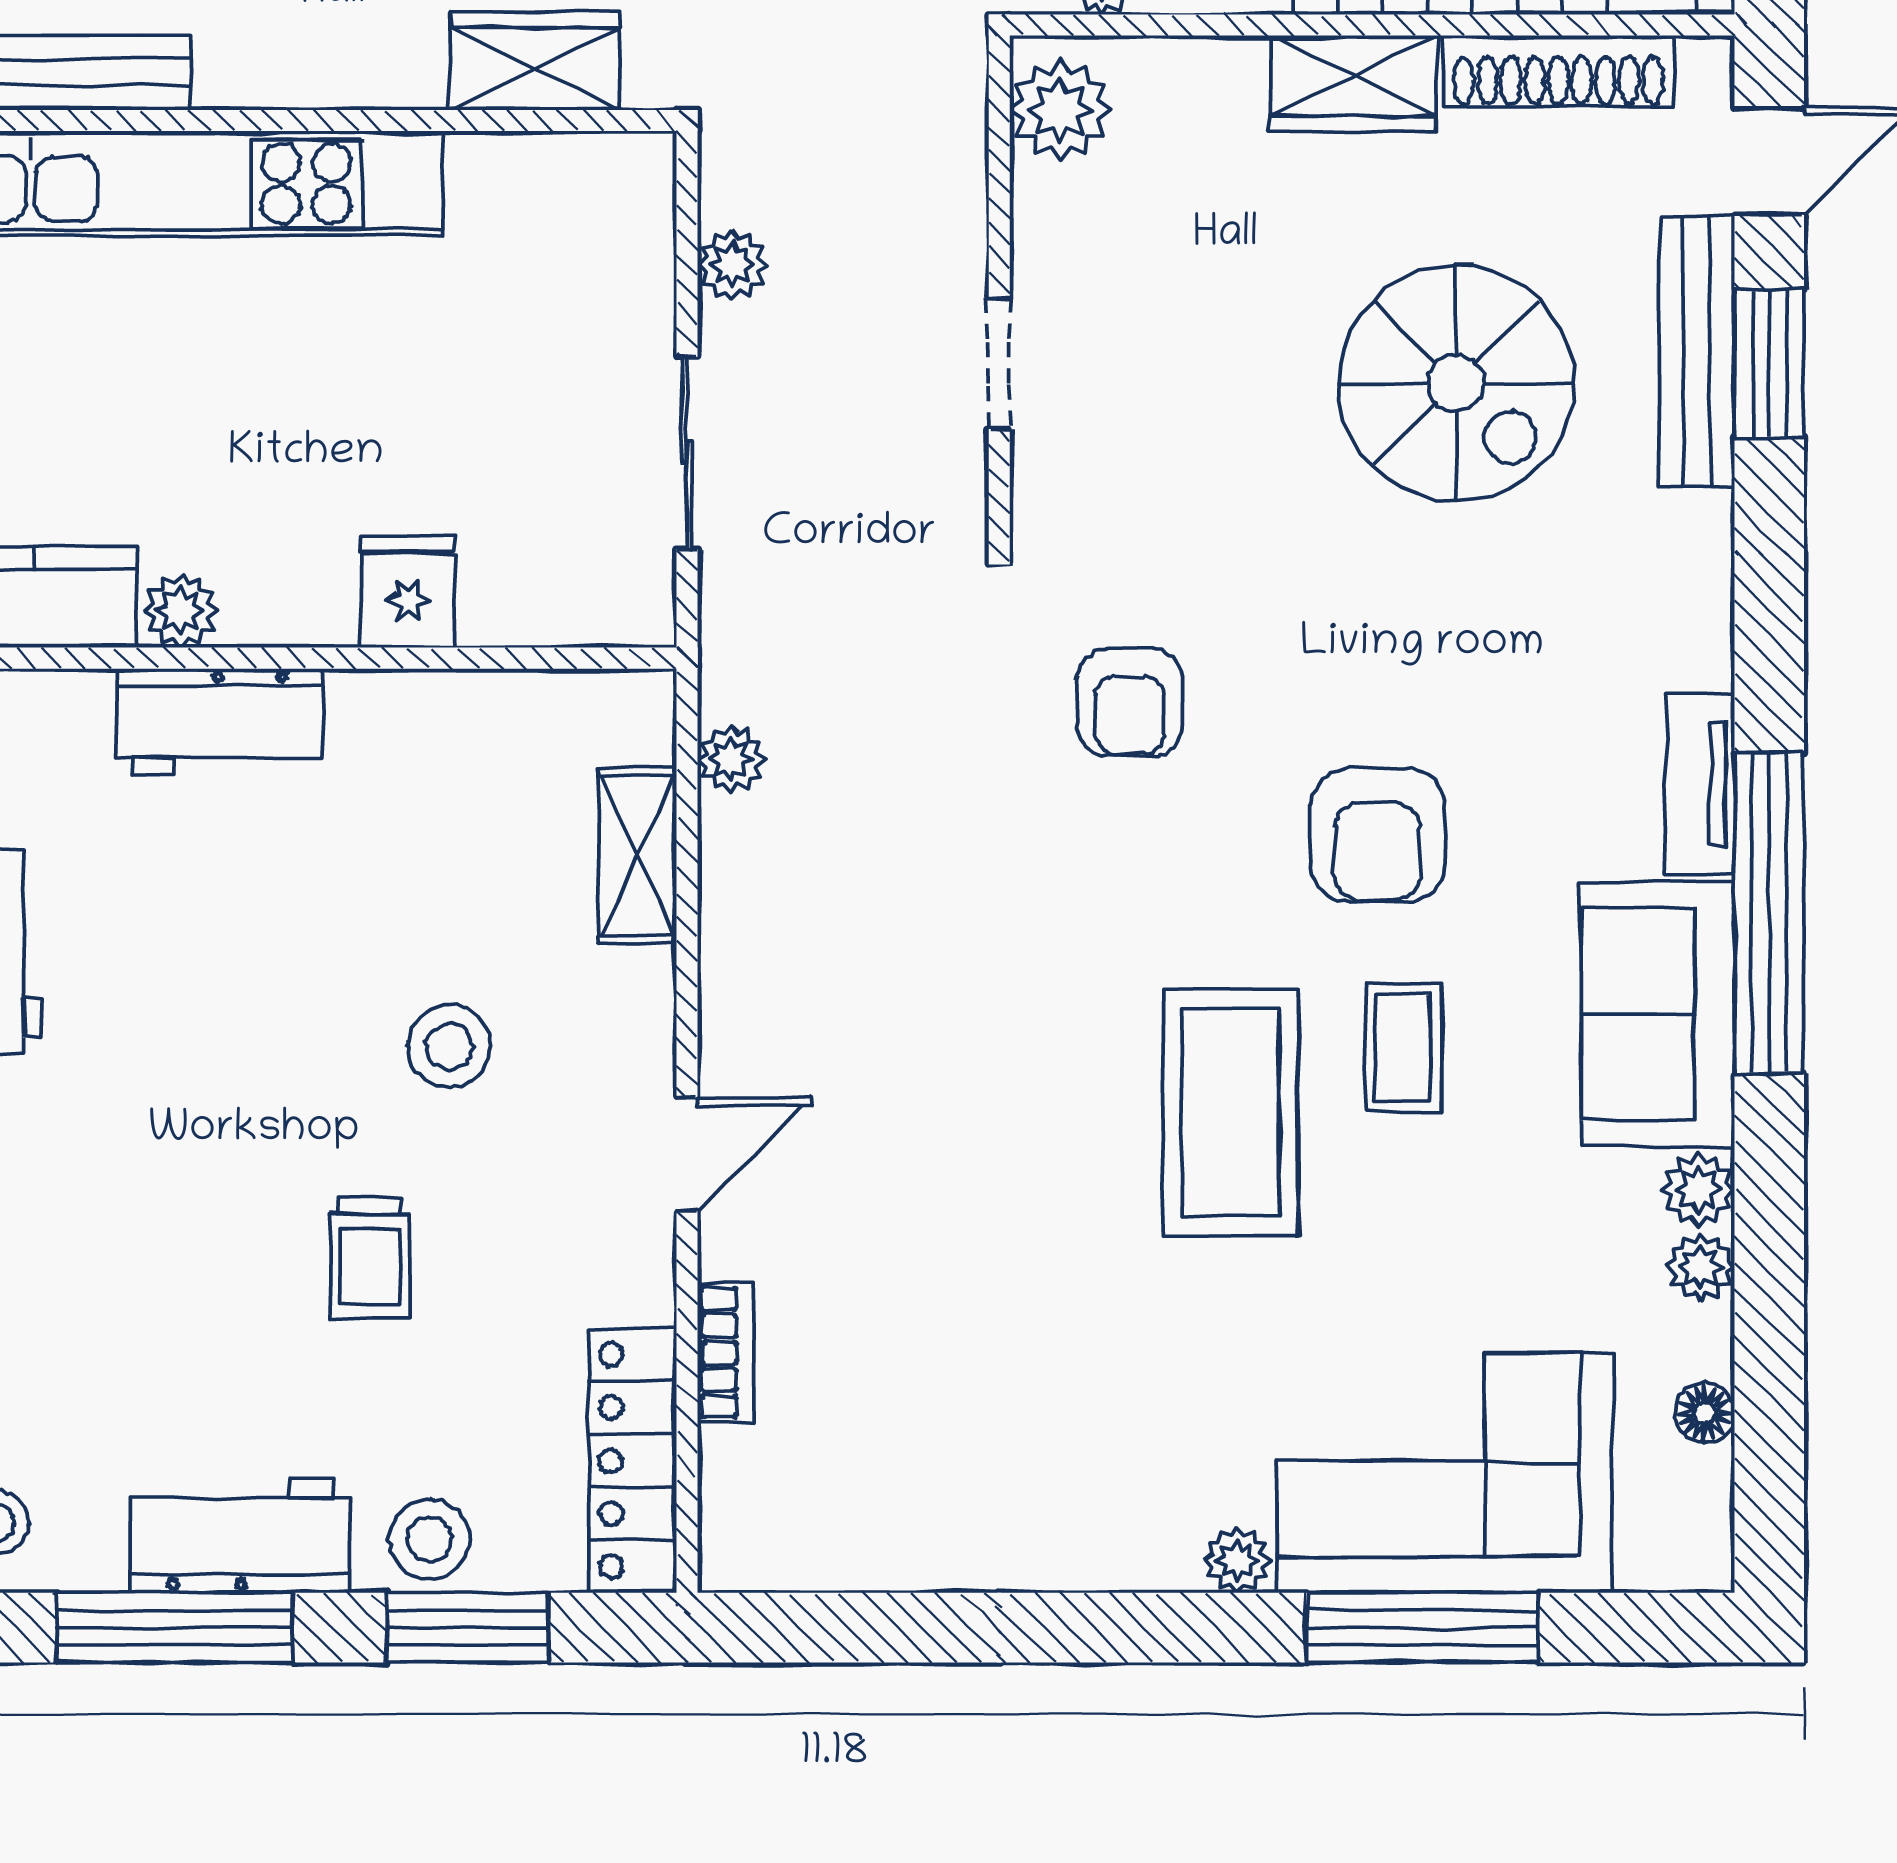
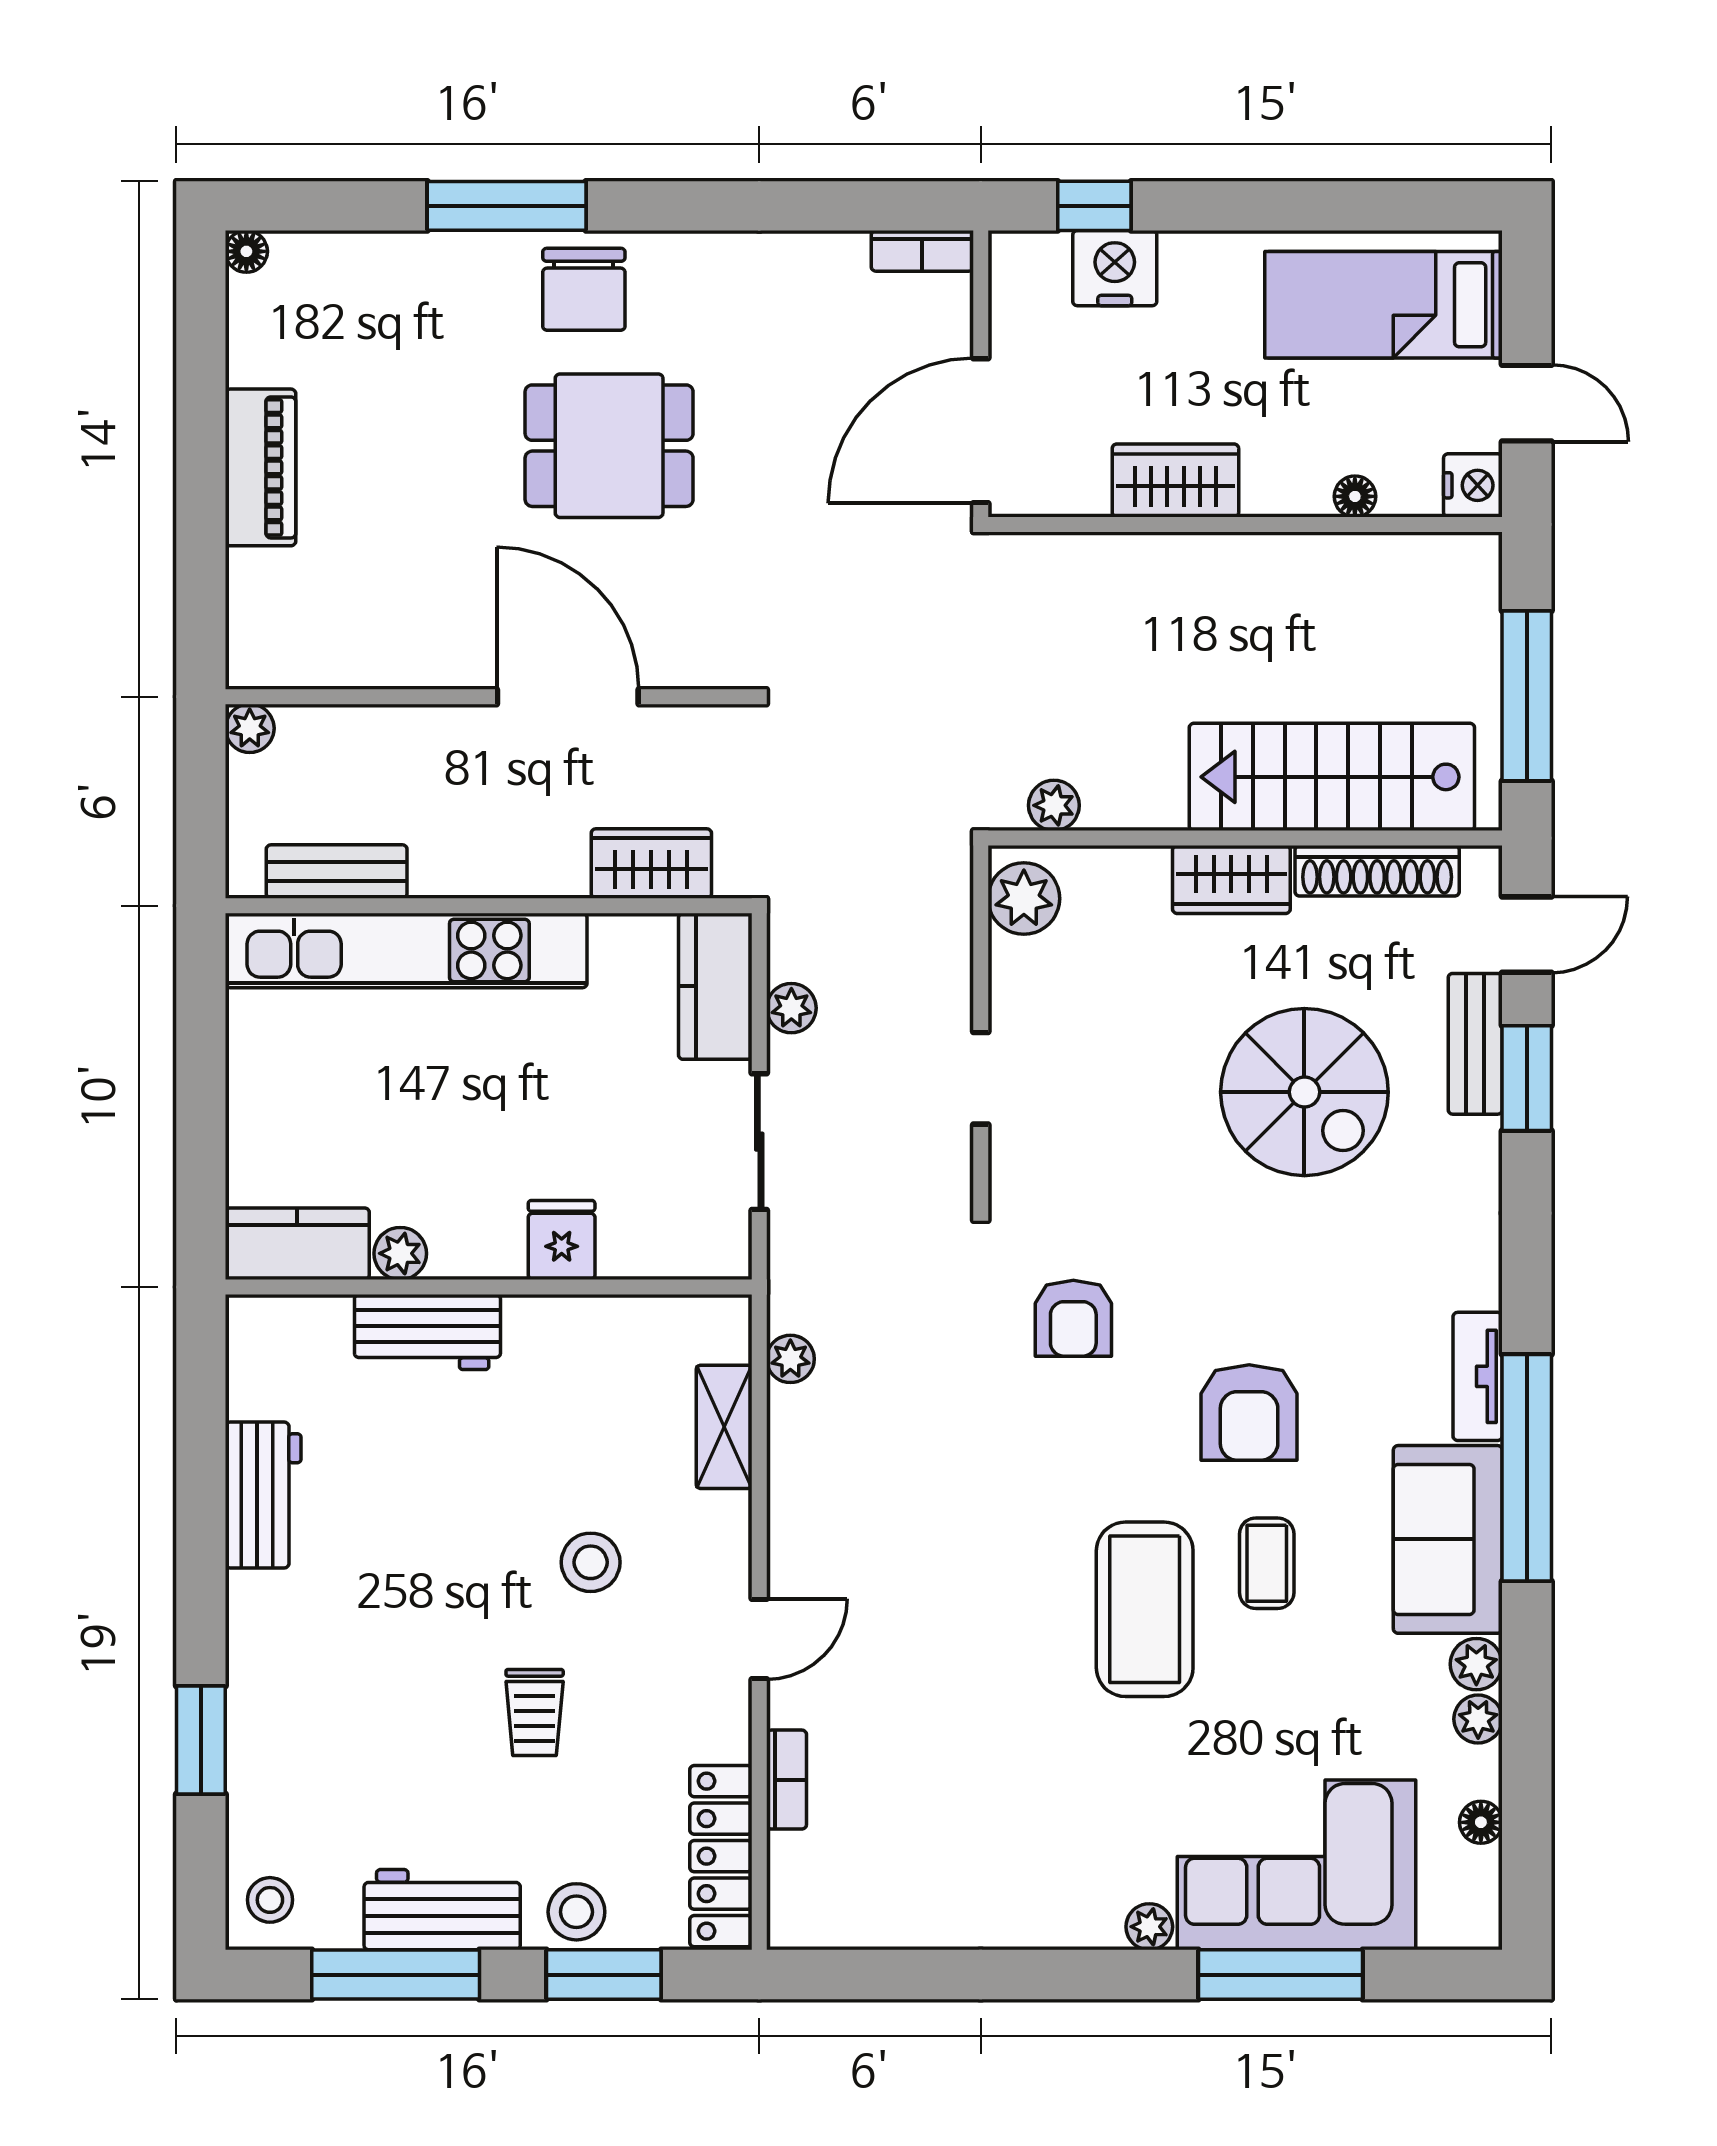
kitchen counter: (625, 234) -> (715, 986), added
bench: (1697, 351) -> (1475, 1044), width x0.73

